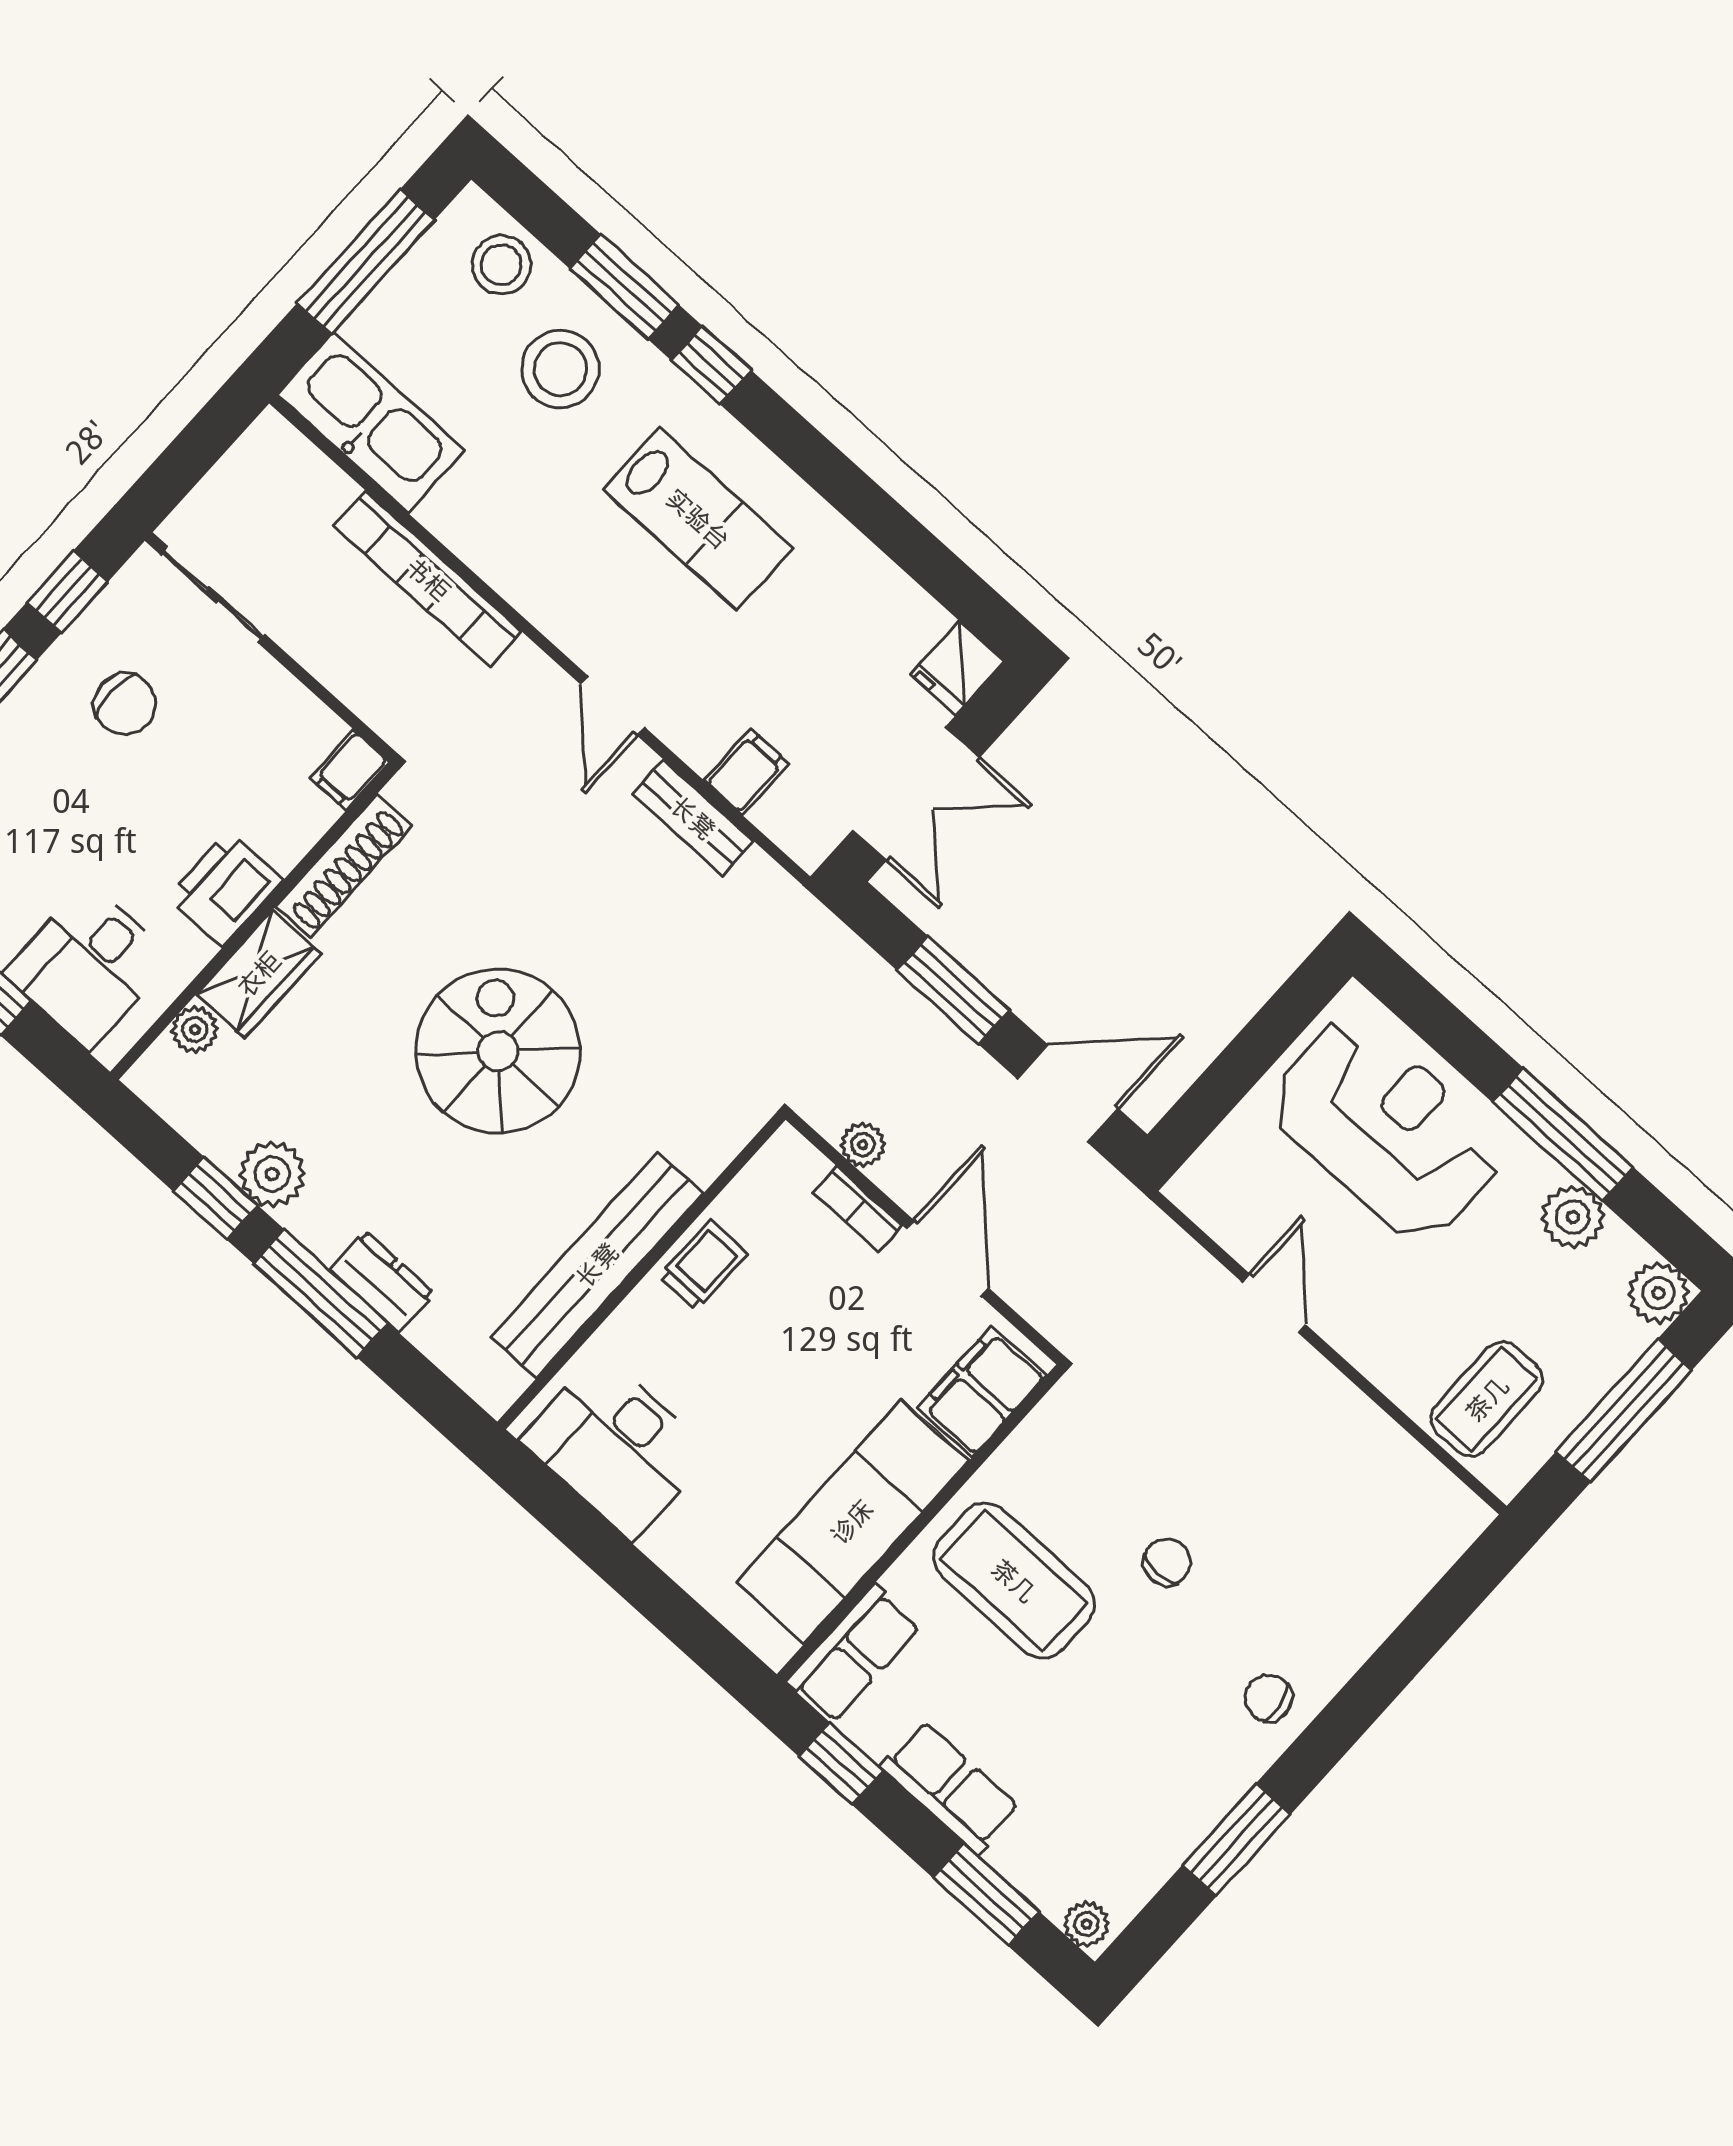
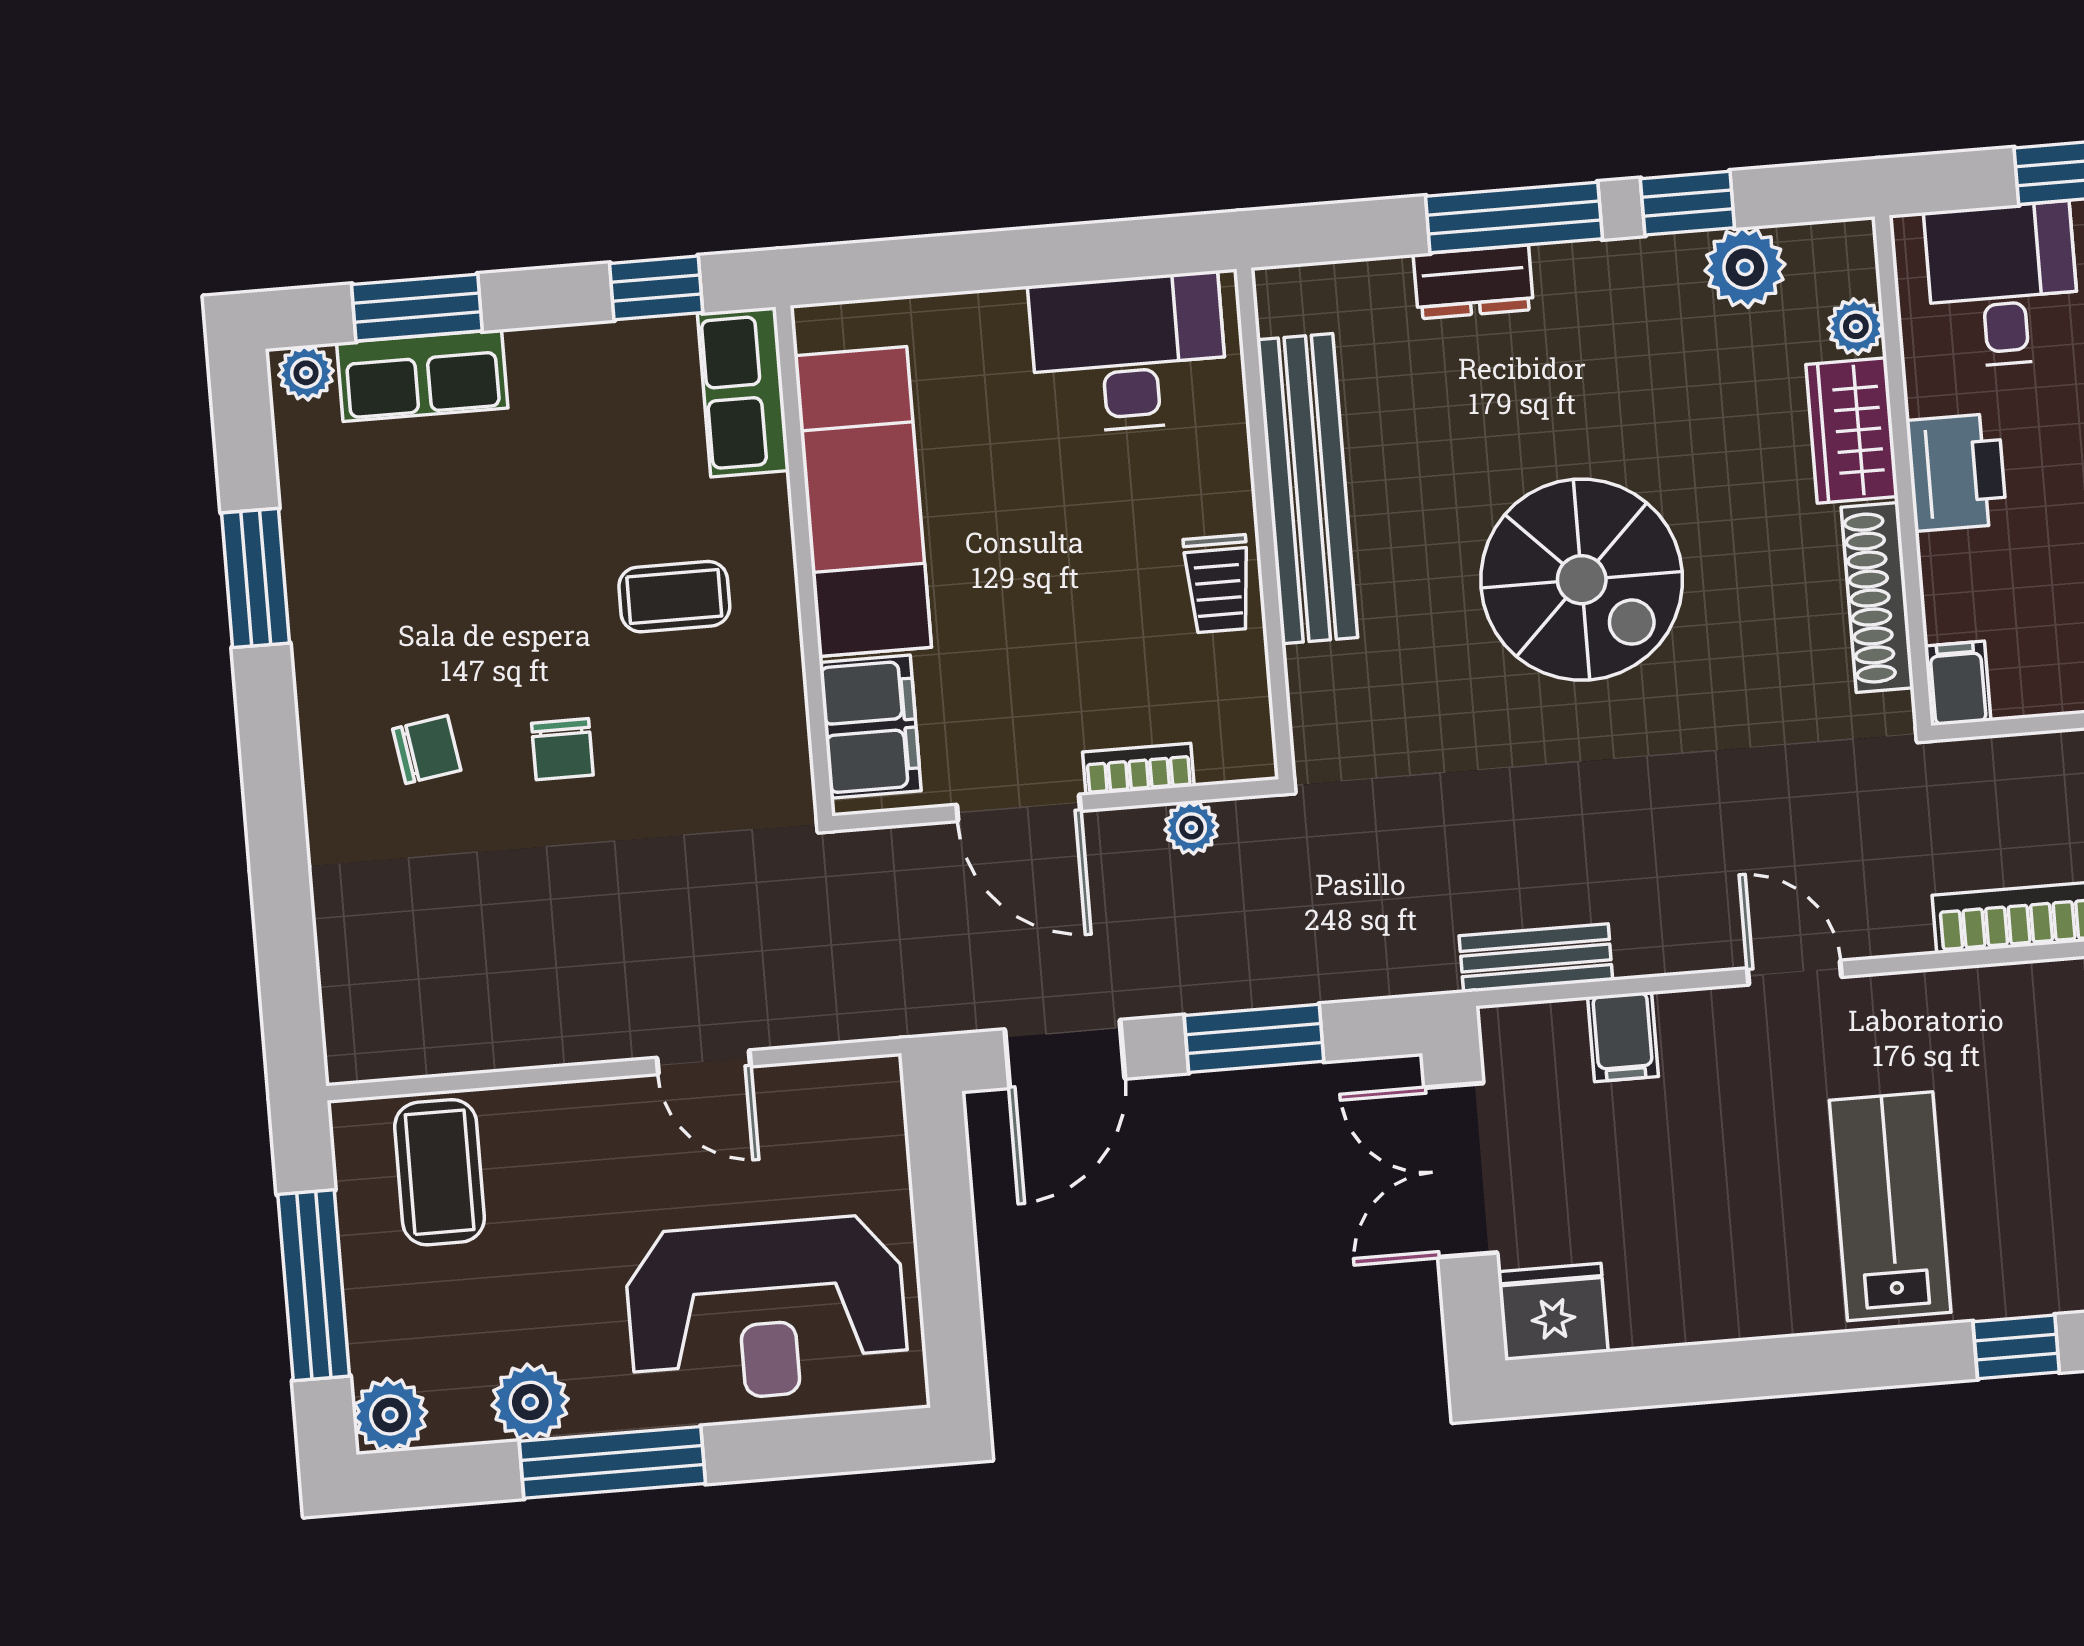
lab bench: (698, 519) -> (1890, 1206), turned 90
fridge: (957, 668) -> (1553, 1312), width x1.38
bench: (693, 818) -> (1536, 958), moved
plant: (272, 1174) -> (1745, 267), moved
coffee table: (1014, 1581) -> (674, 597), width x0.54, depth x0.58
chair: (1268, 1698) -> (427, 750), moved
row of seats: (950, 1787) -> (422, 375), moved

